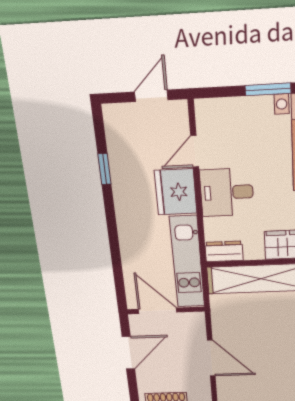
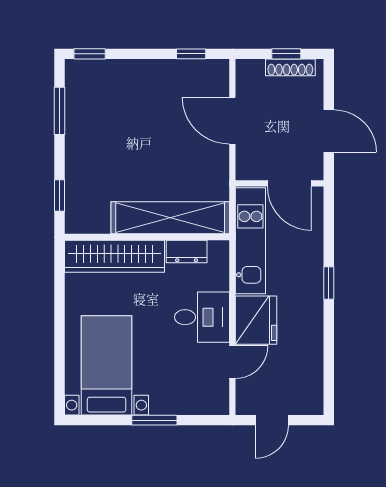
window: (105, 169) -> (329, 283), moved
dresser: (224, 251) -> (187, 251), moved
door: (128, 353) -> (329, 131), swing flipped

